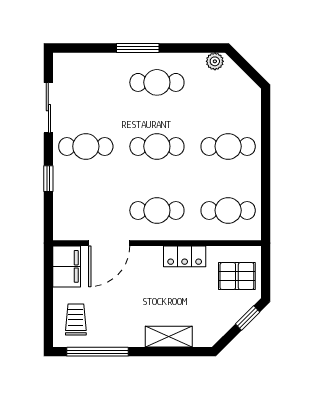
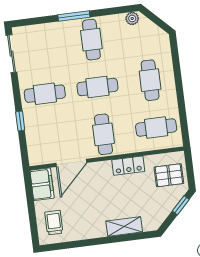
cafe table: (157, 82) -> (91, 40), turned 90
sliding door: (48, 108) -> (11, 54), moved
cafe table: (228, 146) -> (150, 80), turned 90
cafe table: (157, 210) -> (104, 134), turned 90
window: (98, 352) -> (73, 244), removed

